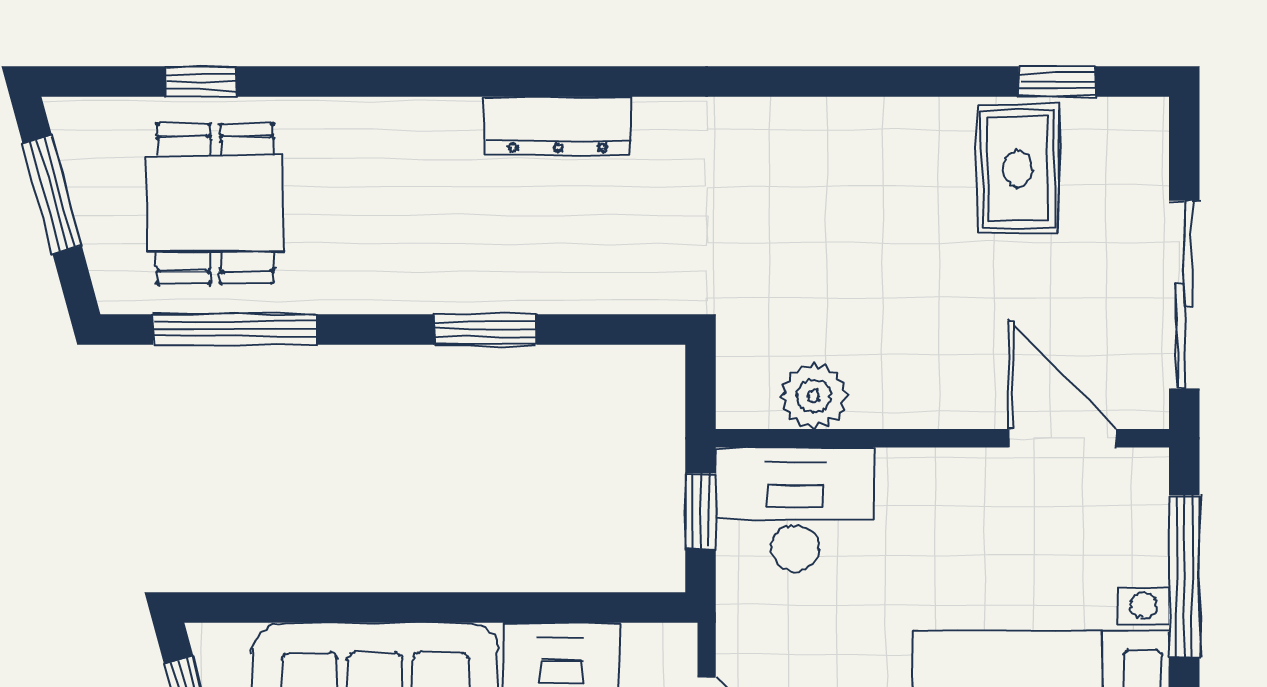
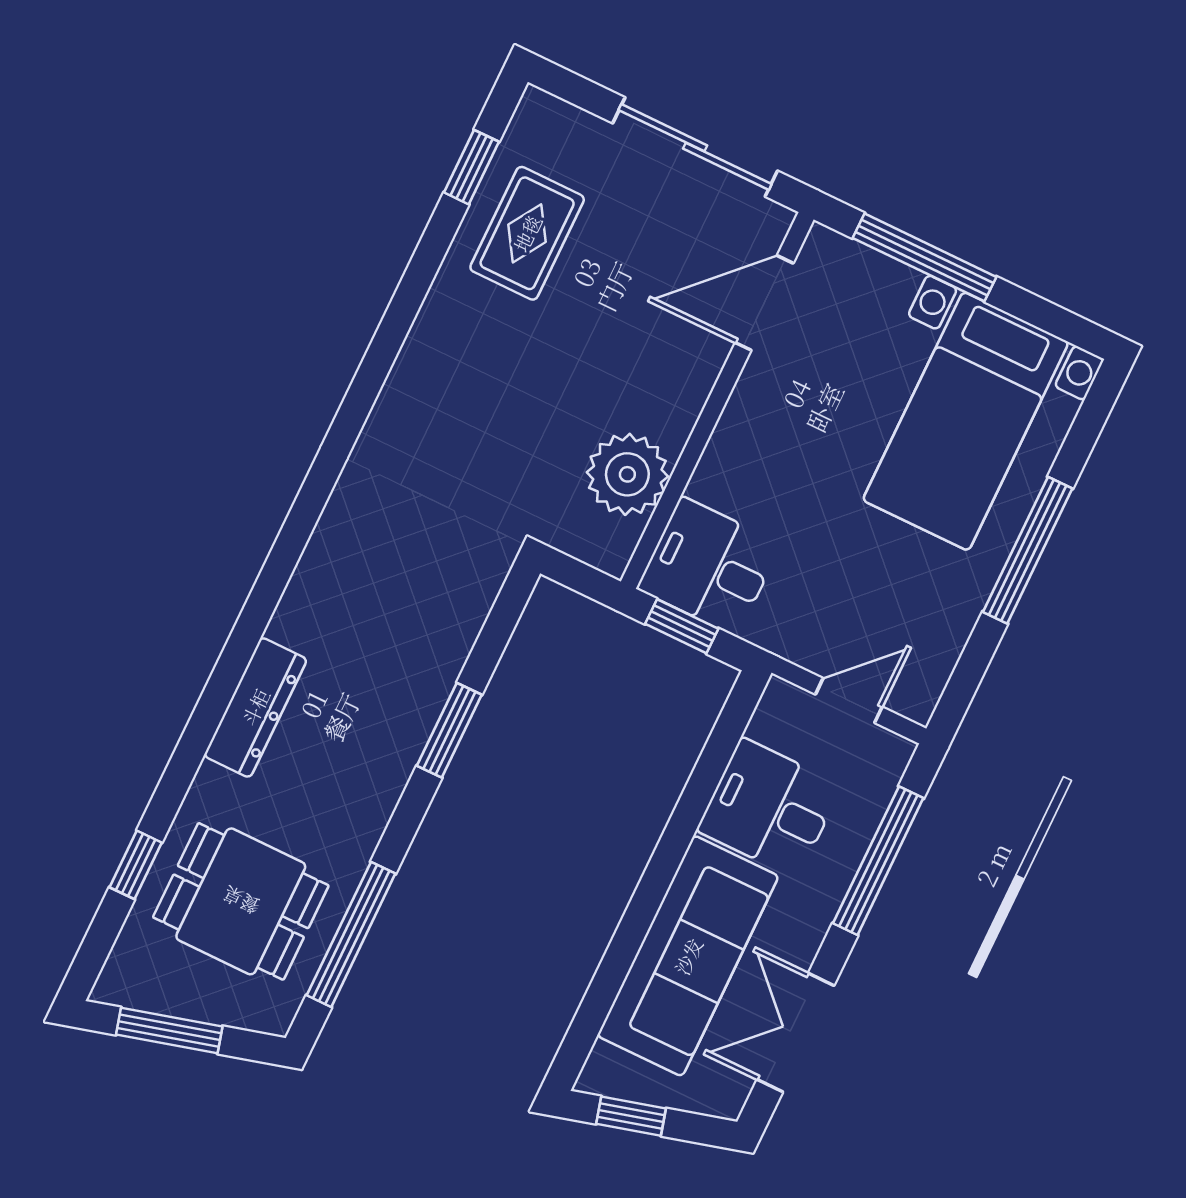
dresser: (558, 125) -> (255, 707), moved
rug: (1018, 169) -> (527, 233), turned 90
plant: (814, 396) -> (627, 474), width x1.36, depth x1.36
desk: (795, 510) -> (709, 566), width x0.73

